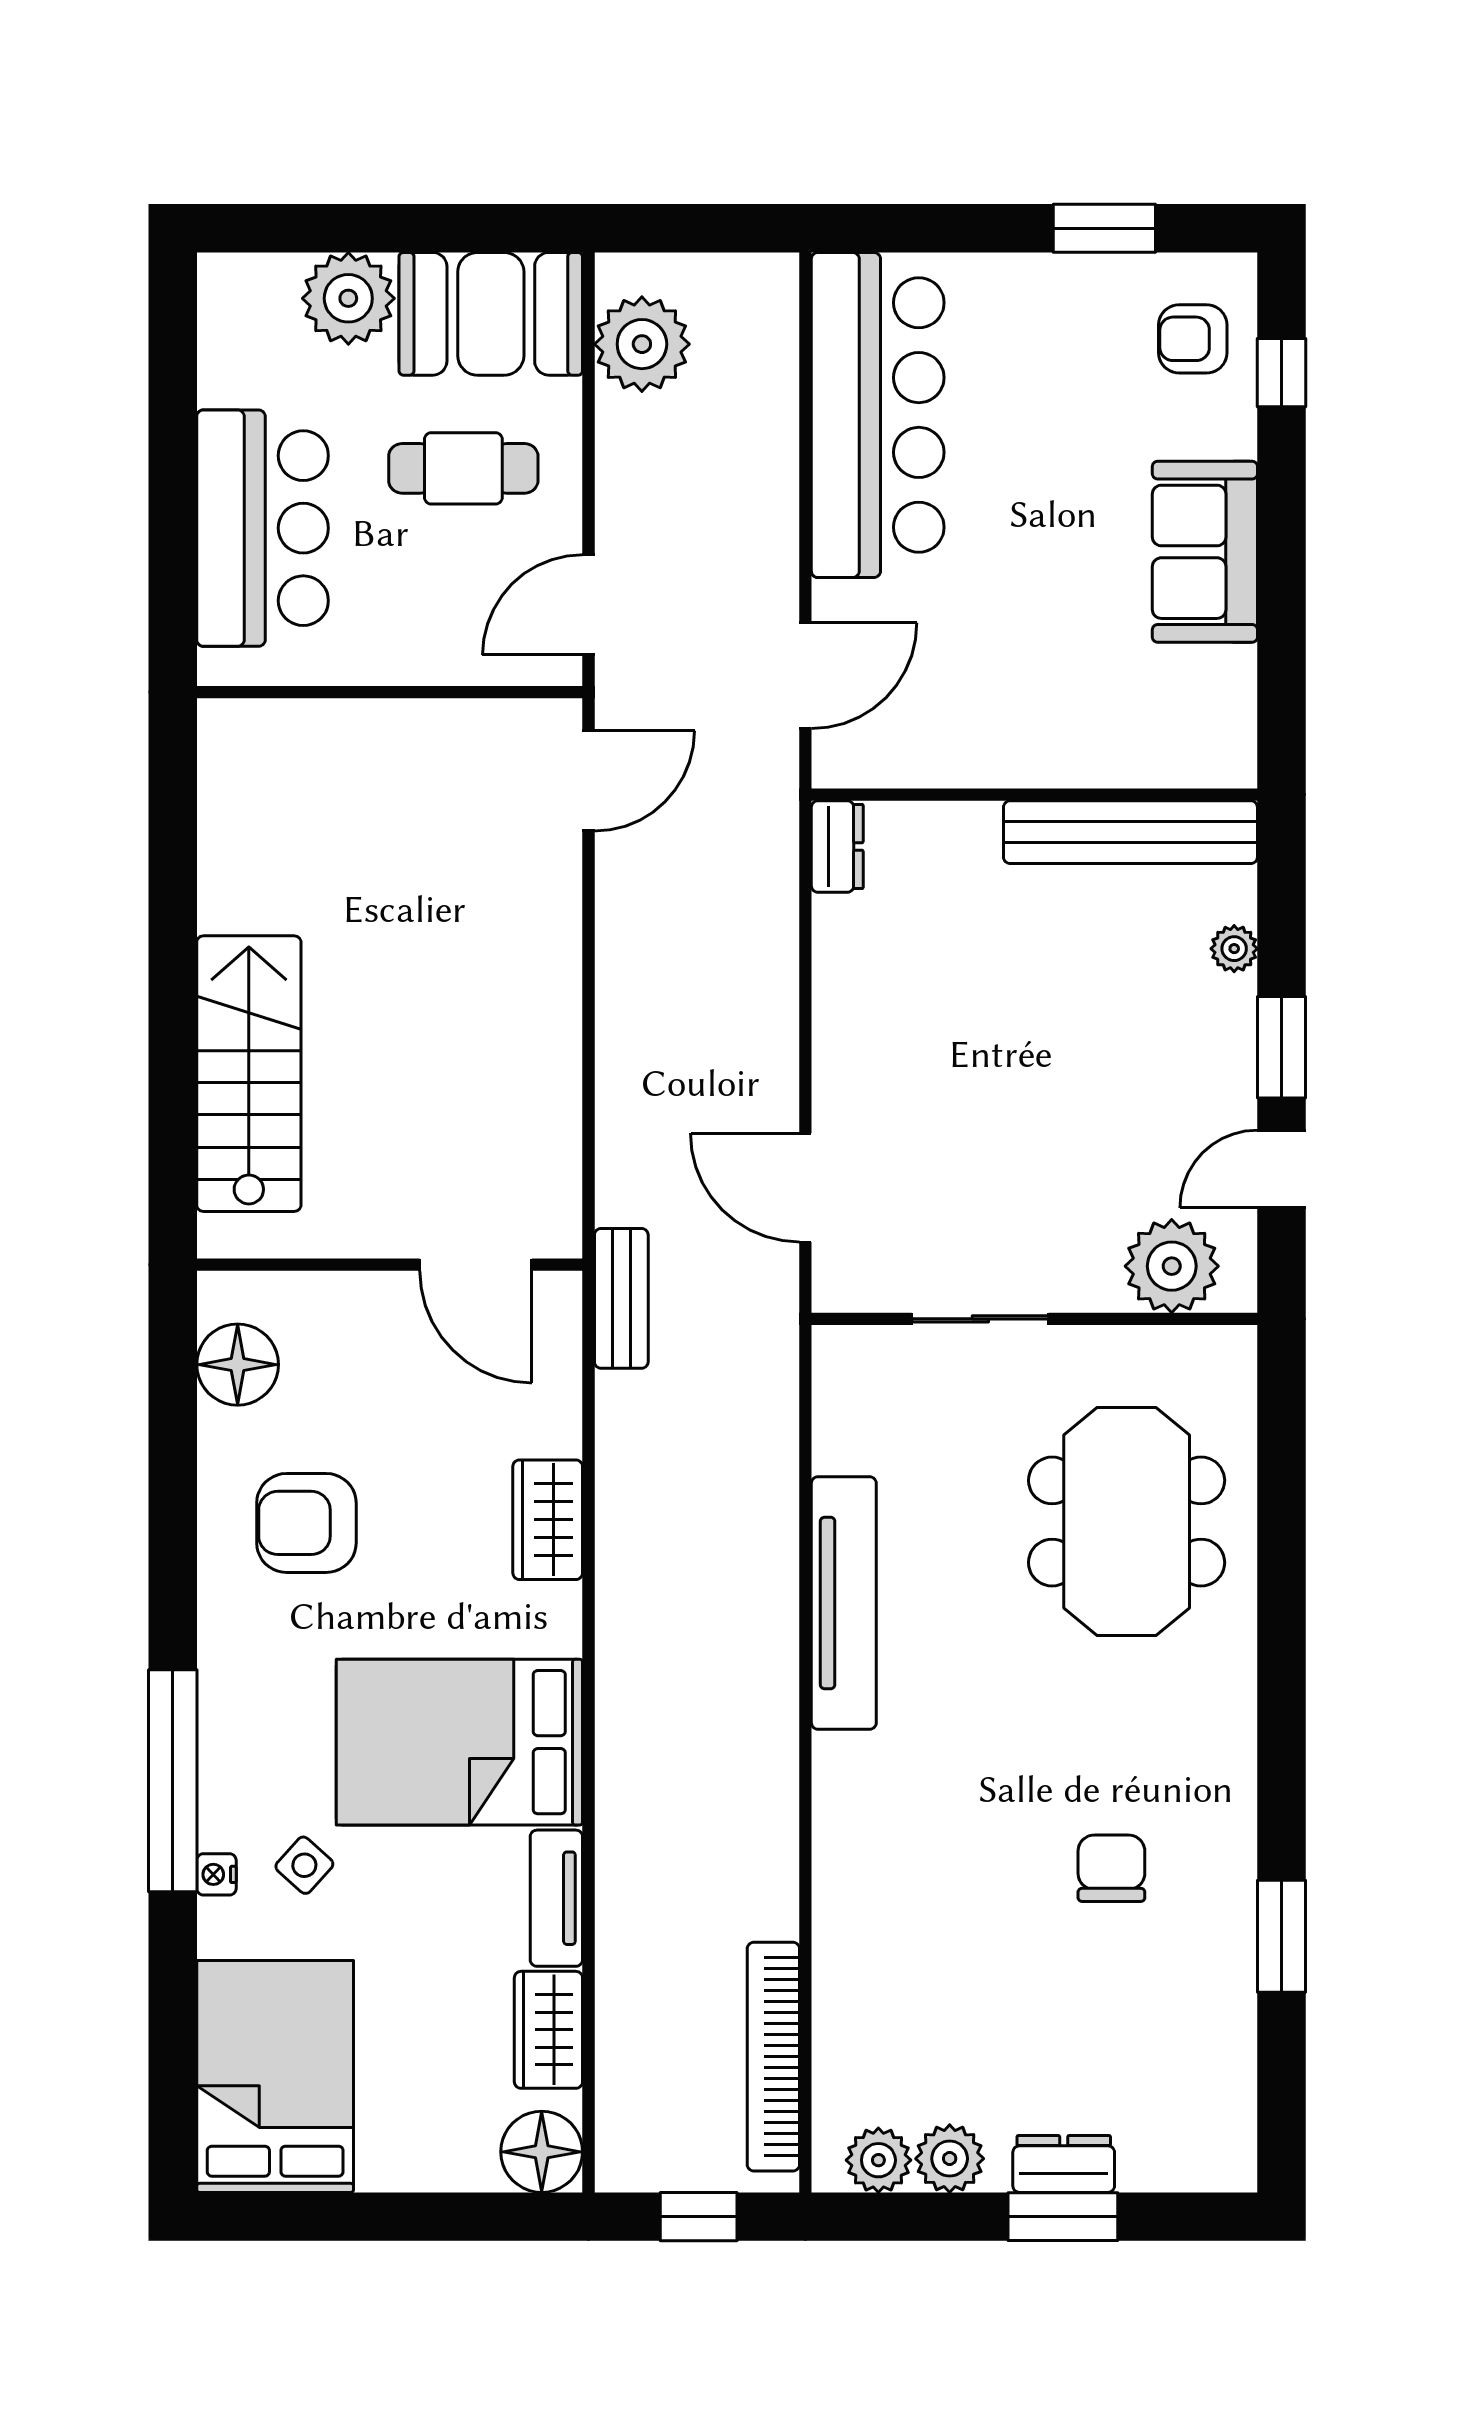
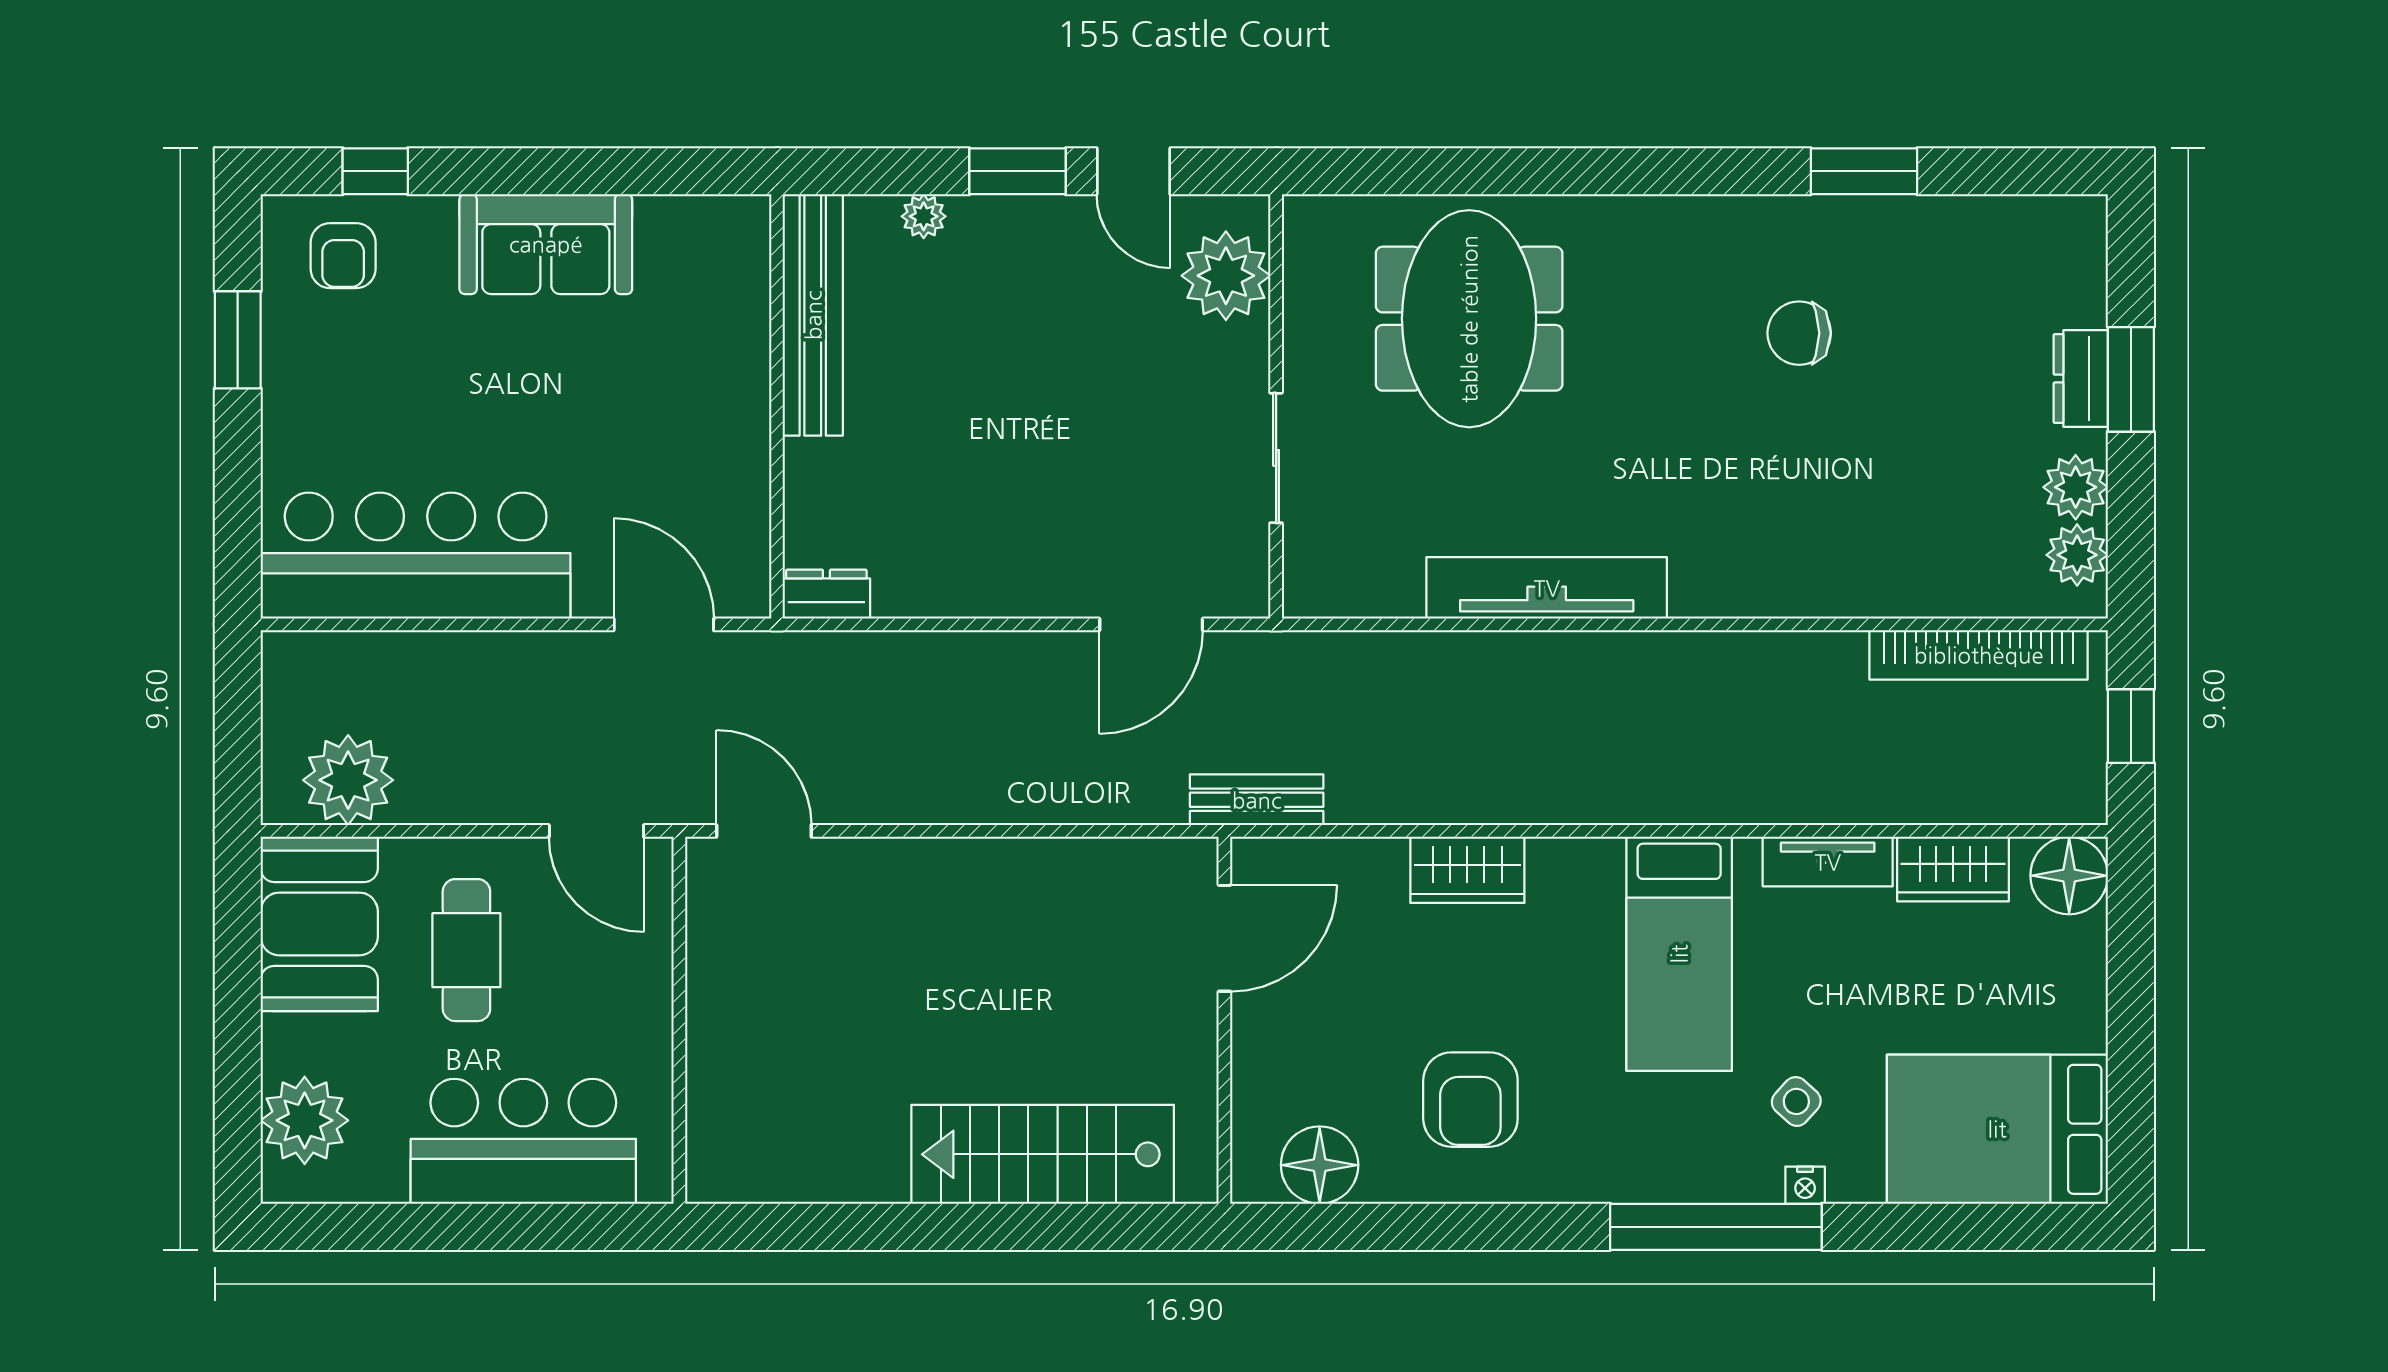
plant: (348, 298) -> (305, 1120), moved
meeting table: (1127, 1522) -> (1469, 319), turned 90
bed: (459, 1742) -> (1679, 954), width x0.67

